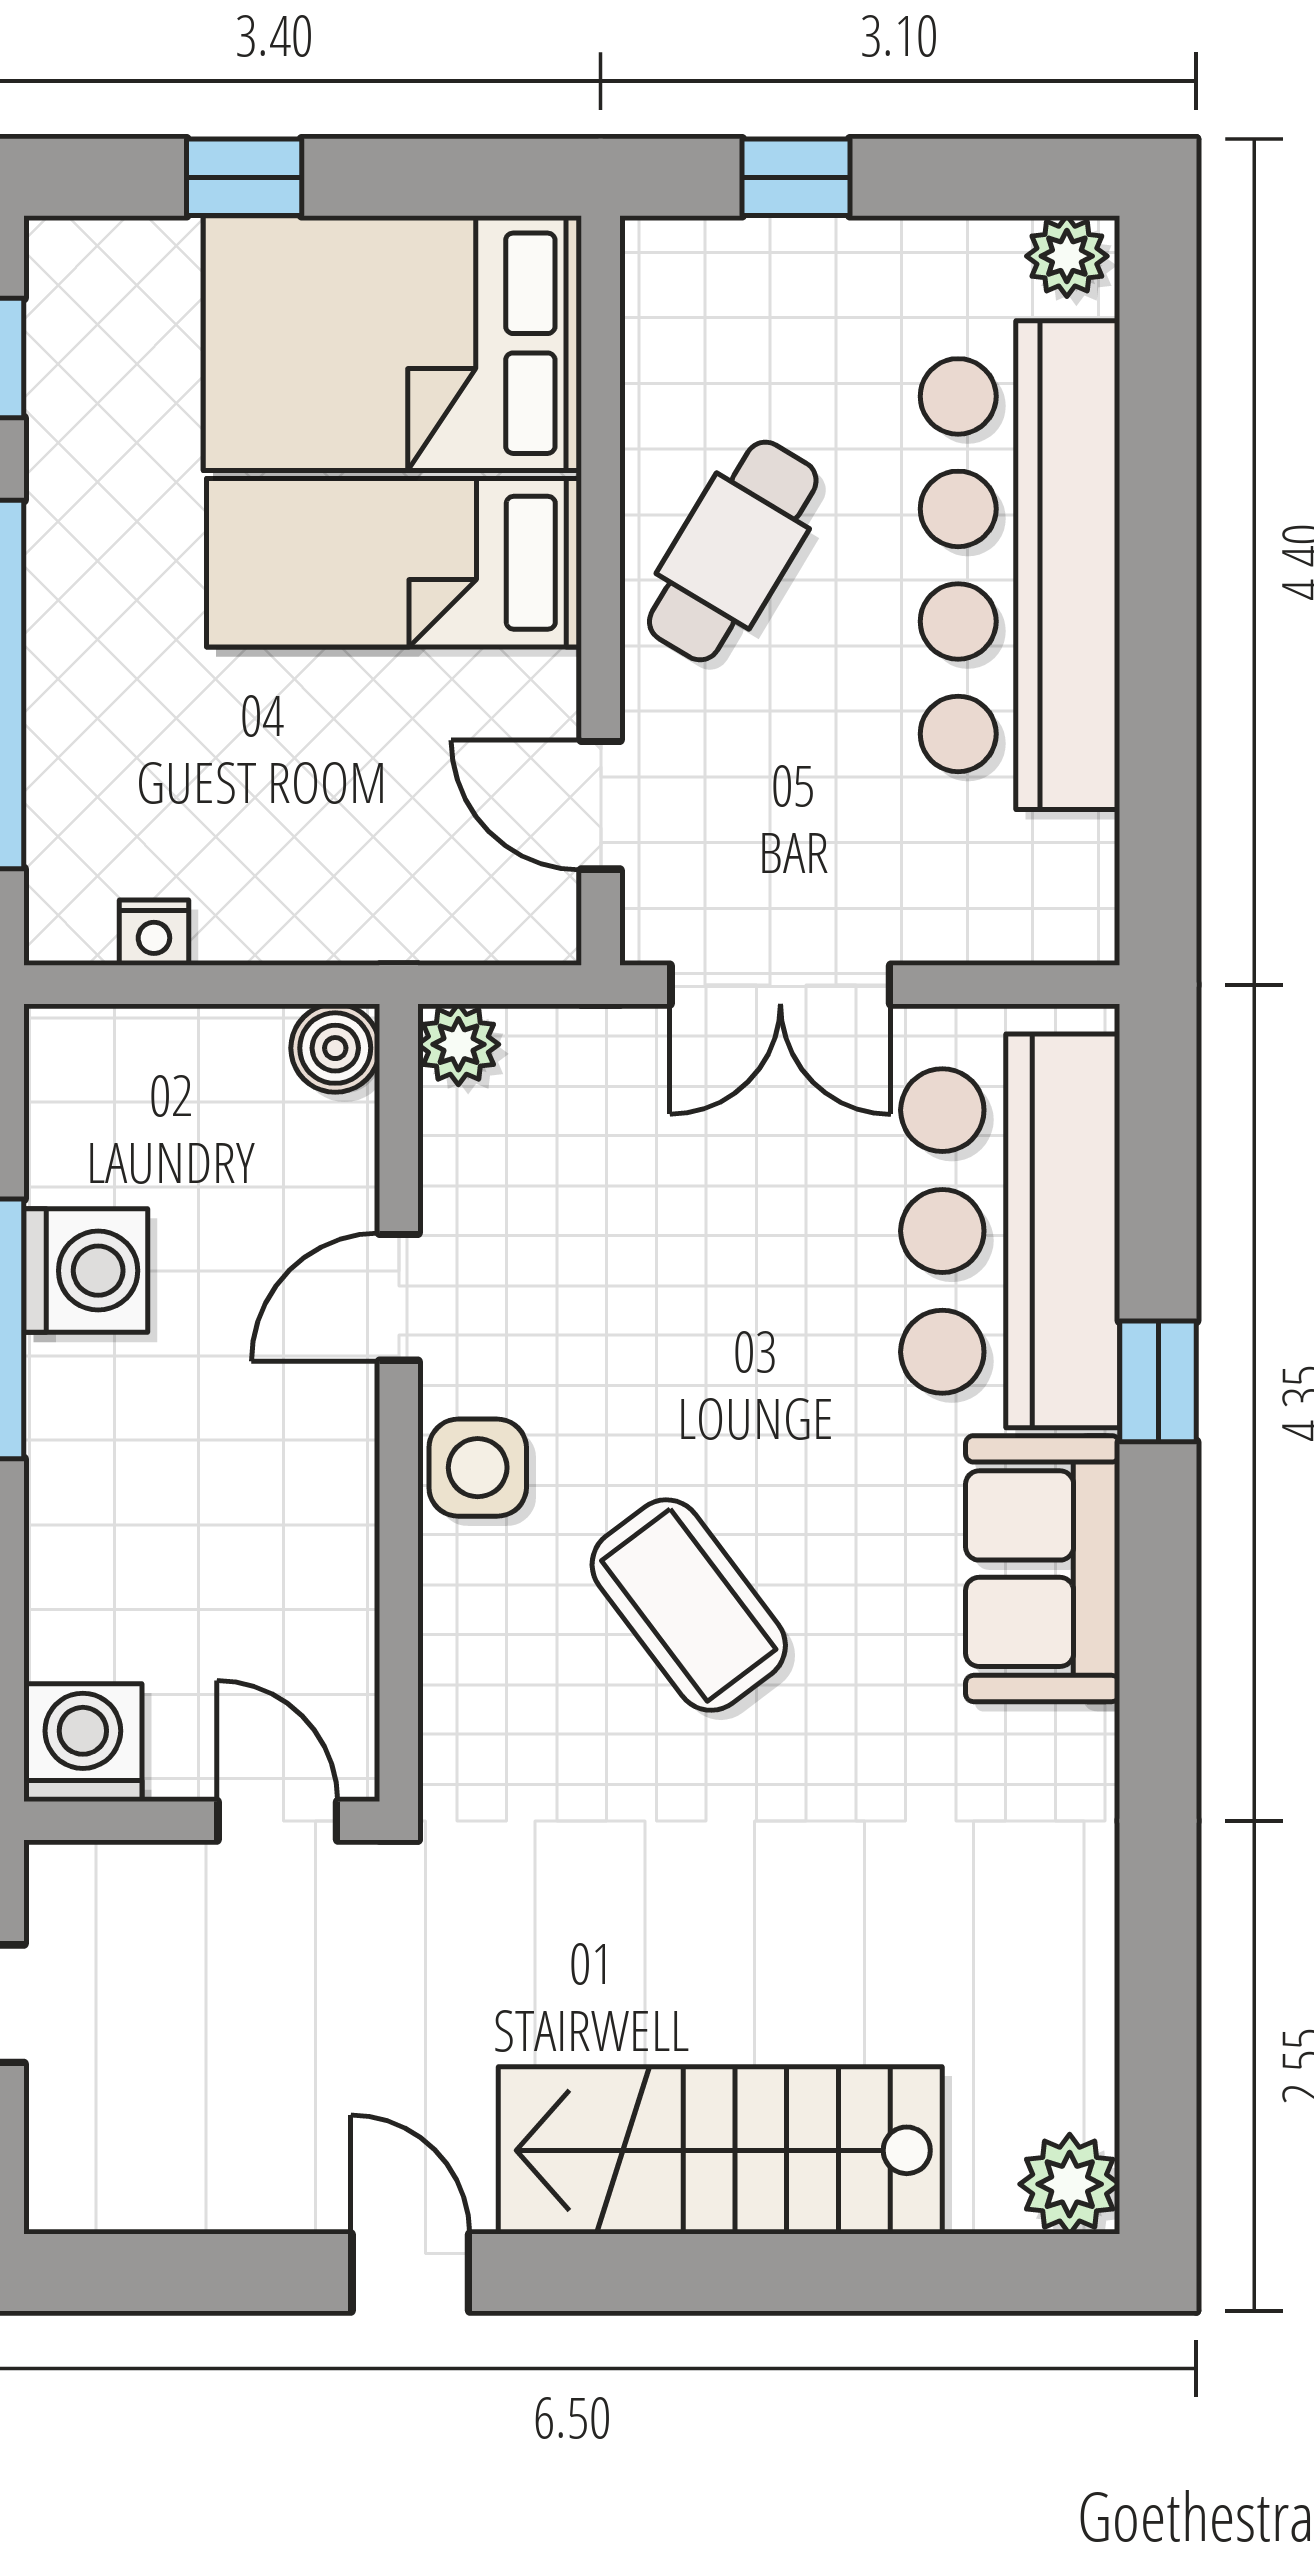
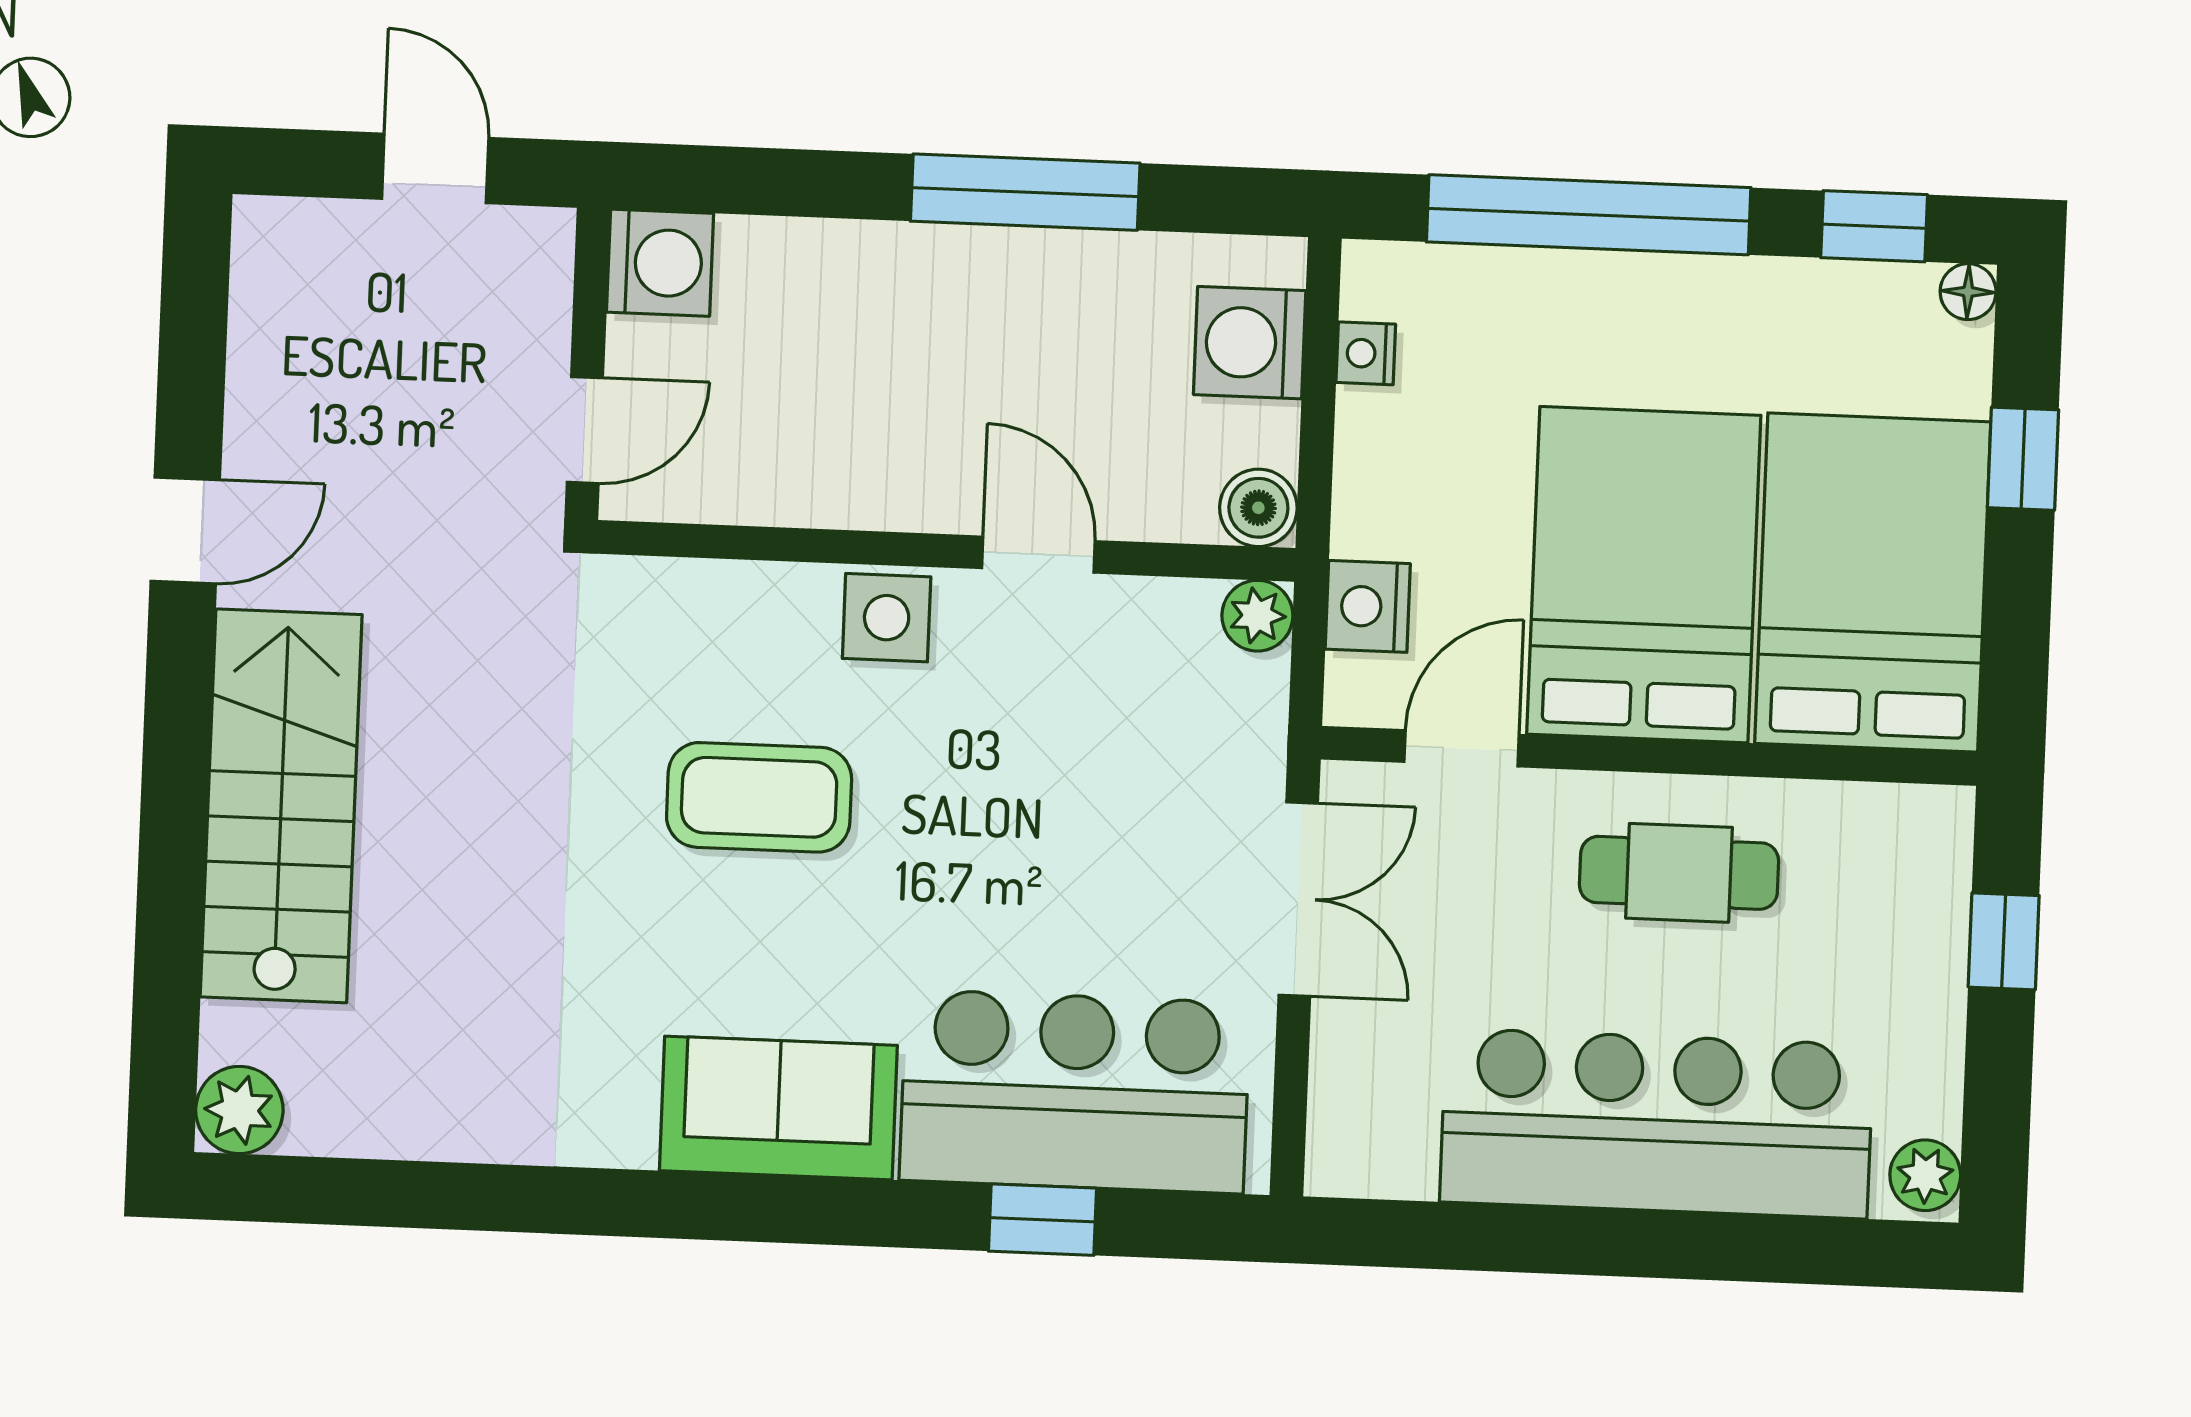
floor lamp: (56, 248) -> (1968, 292), added
cafe table: (733, 551) -> (1679, 873), turned -31
bed: (394, 563) -> (1644, 575), width x1.50
nightstand: (443, 919) -> (1368, 606), added
double door: (780, 985) -> (1298, 899), swing flipped
washing machine: (86, 1271) -> (1250, 343), moved, turned 90
window: (1158, 1381) -> (1042, 1220), moved
coffee table: (689, 1605) -> (759, 797), turned 37

